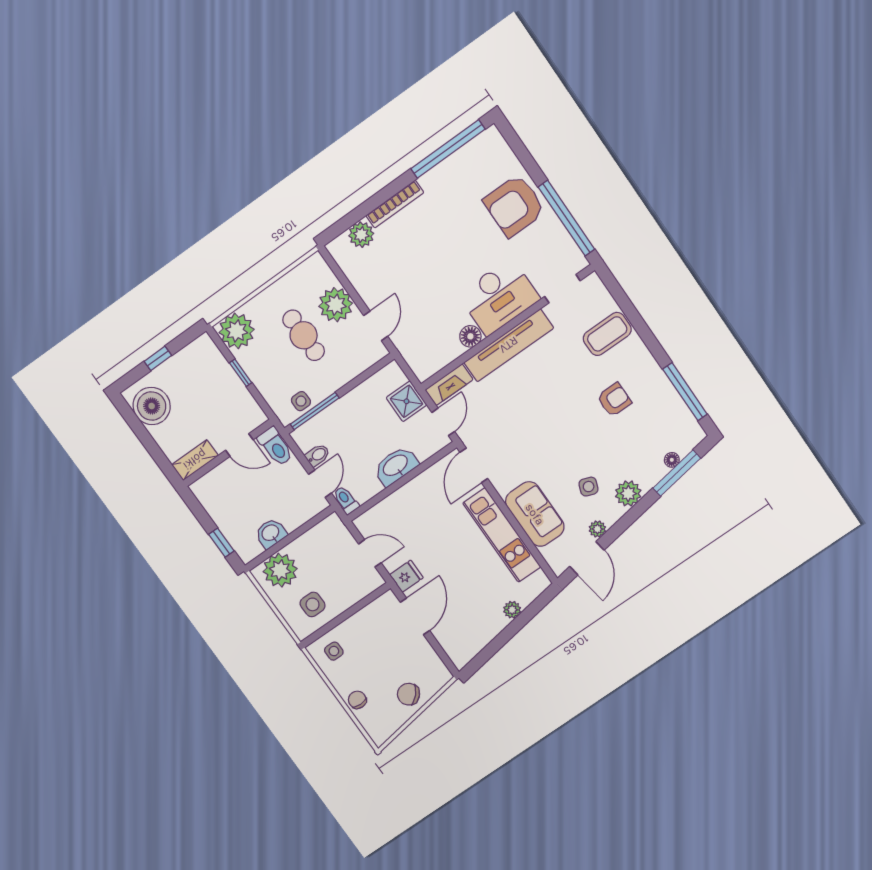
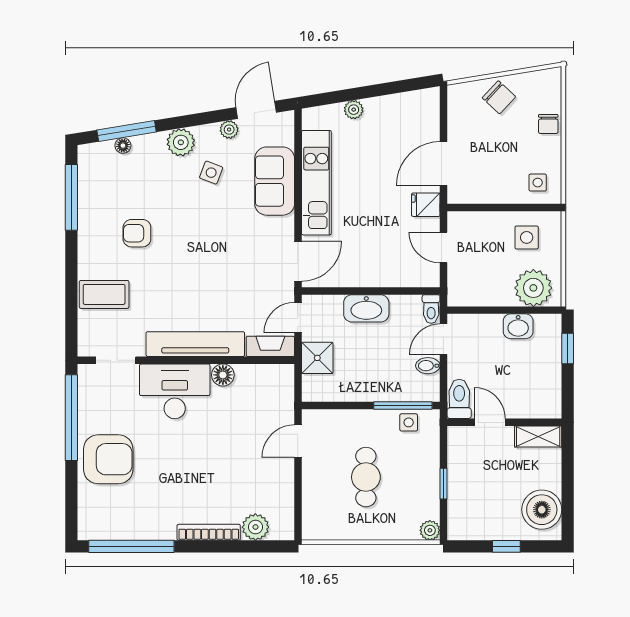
plant: (336, 305) -> (320, 484), removed
plant: (237, 331) -> (430, 530), width x0.53, depth x0.53

